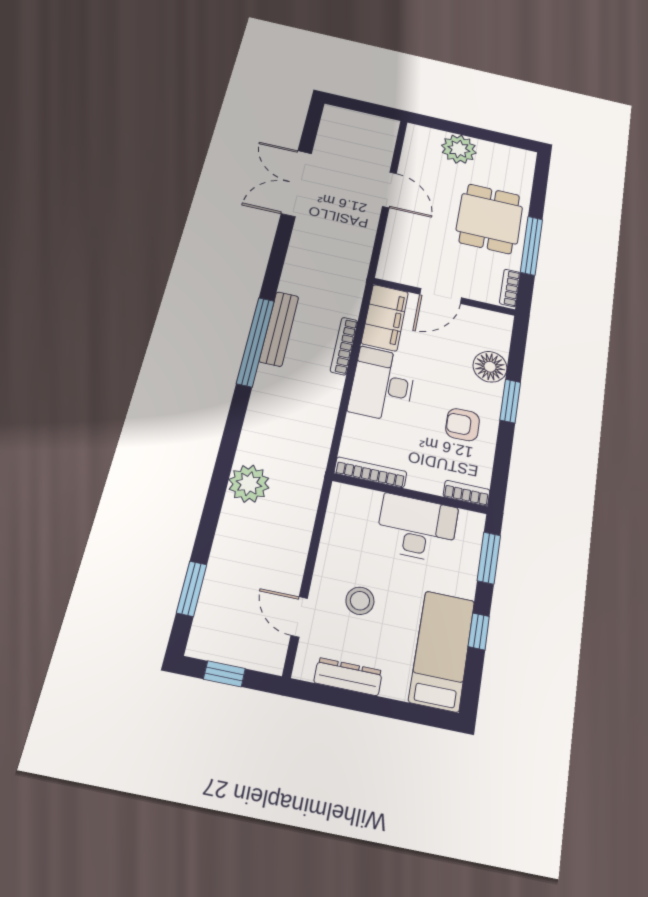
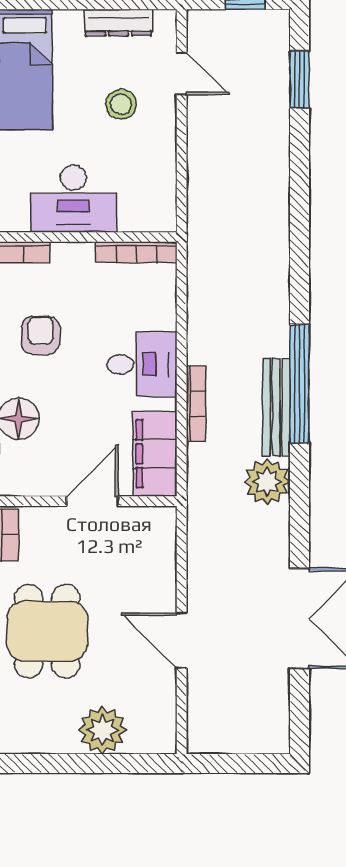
desk: (383, 384) -> (142, 364), width x0.73
armchair: (463, 425) -> (40, 335), turned -89
plant: (249, 484) -> (267, 482), moved

